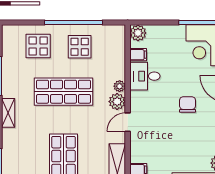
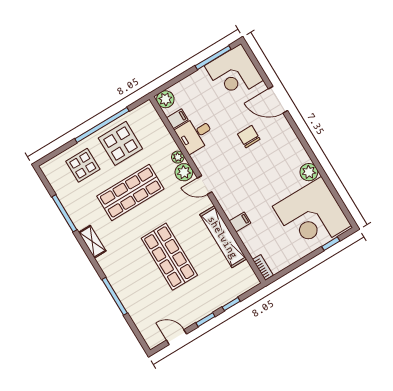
display table: (80, 47) -> (120, 143), width x1.36, depth x1.36
door: (128, 122) -> (205, 185), hinge flipped

